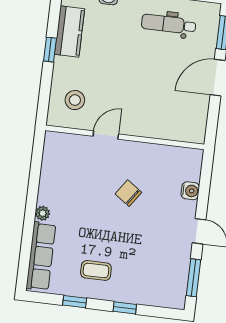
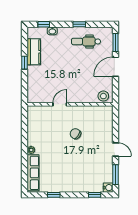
stool: (75, 100) -> (103, 96), moved
water cooler: (190, 191) -> (108, 188), moved
coffee table: (96, 270) -> (63, 177), removed
window: (125, 308) -> (95, 195), moved

